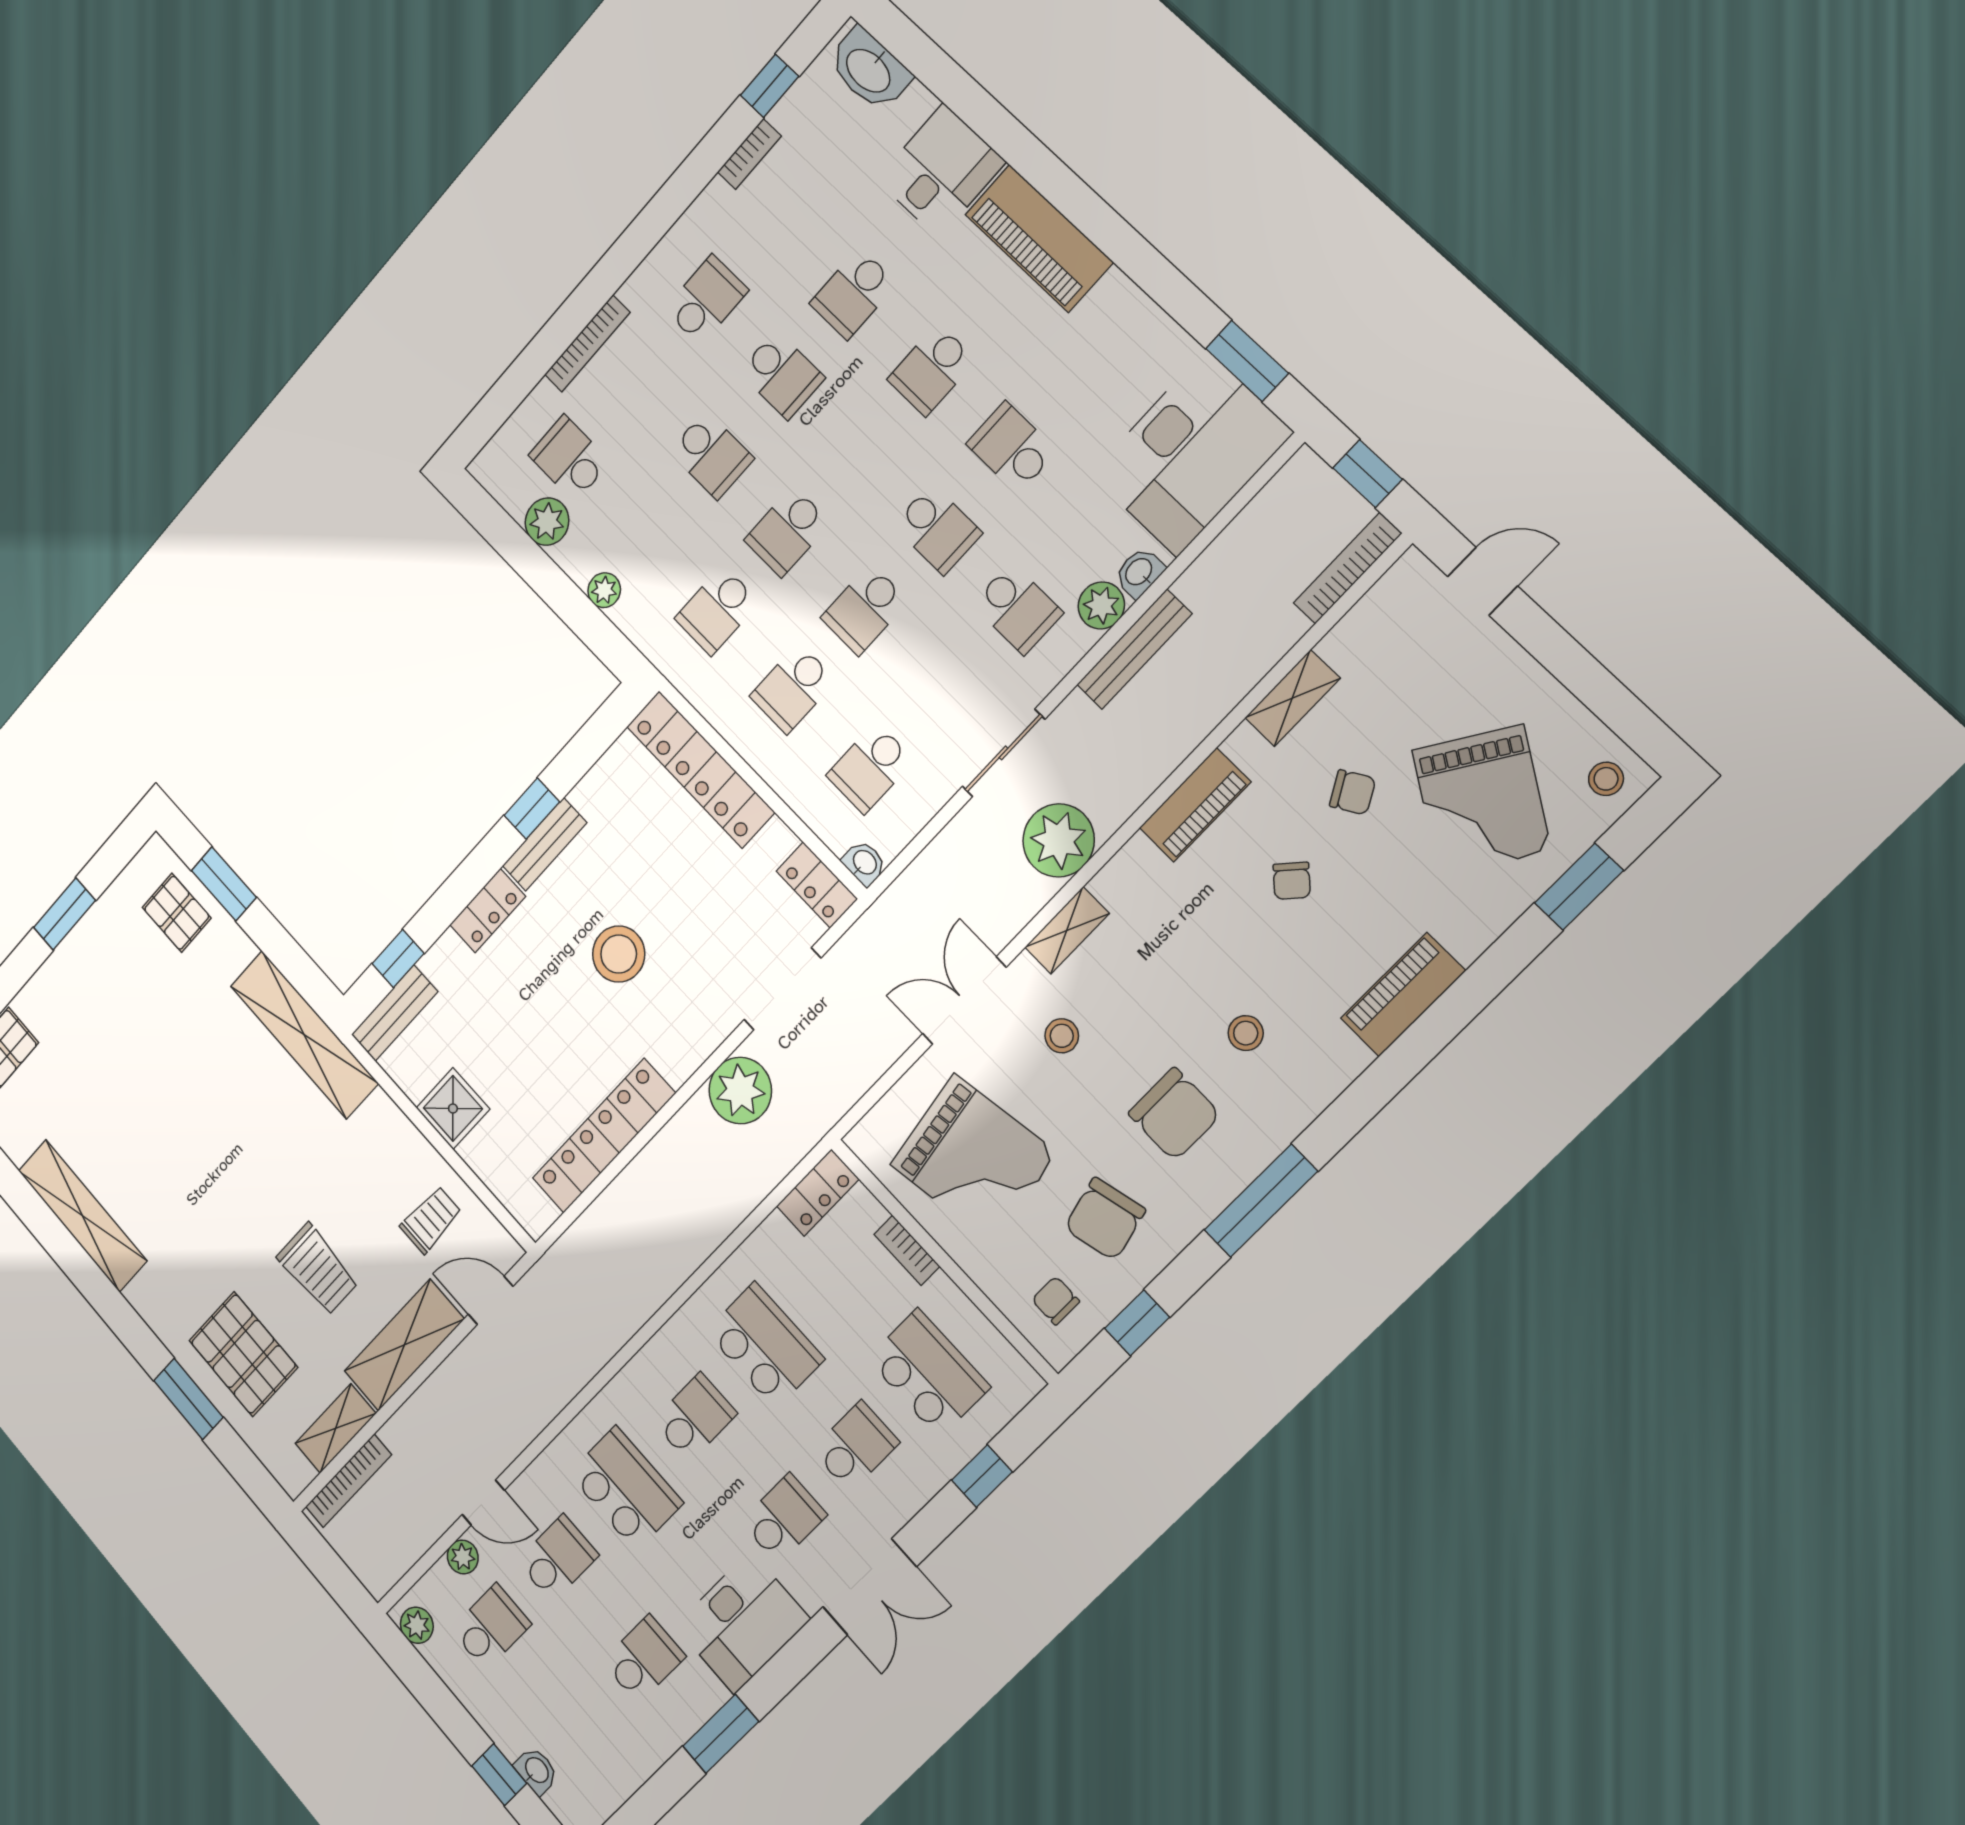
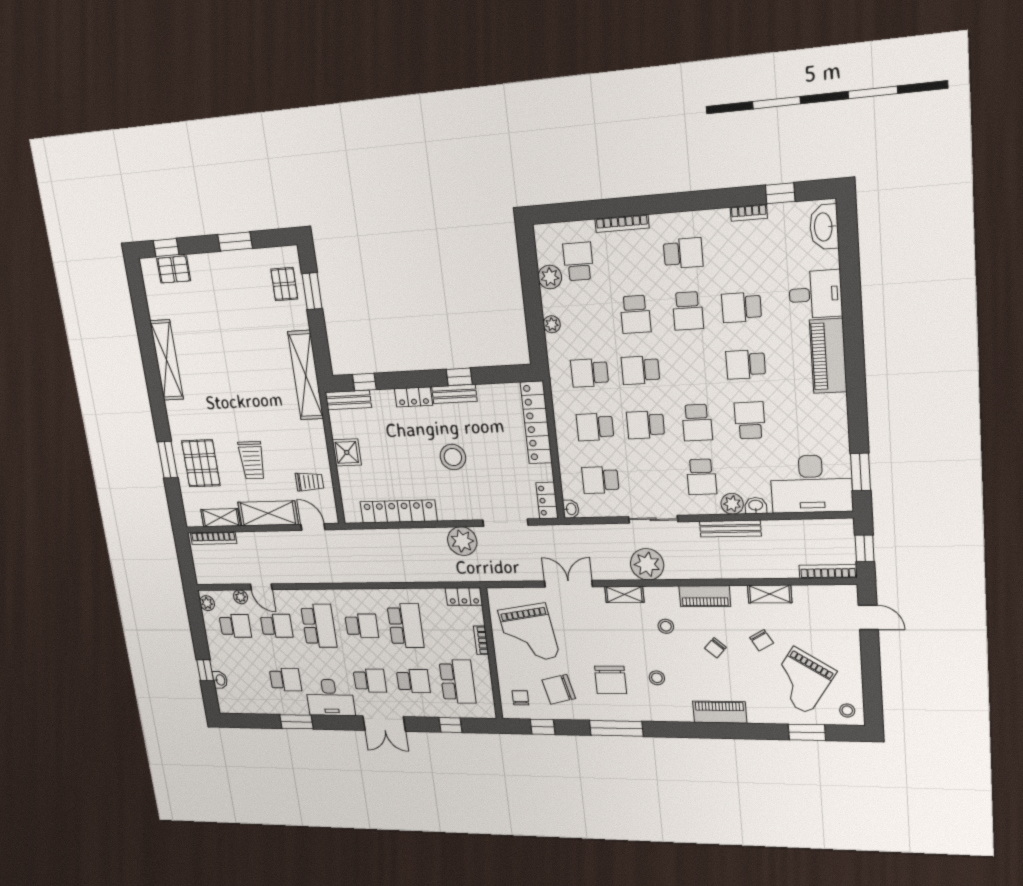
stool: (1062, 1036) -> (666, 626), moved

